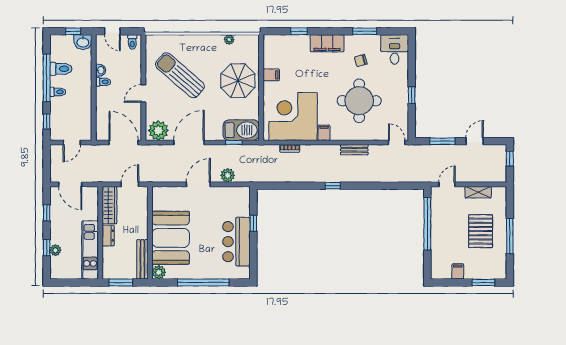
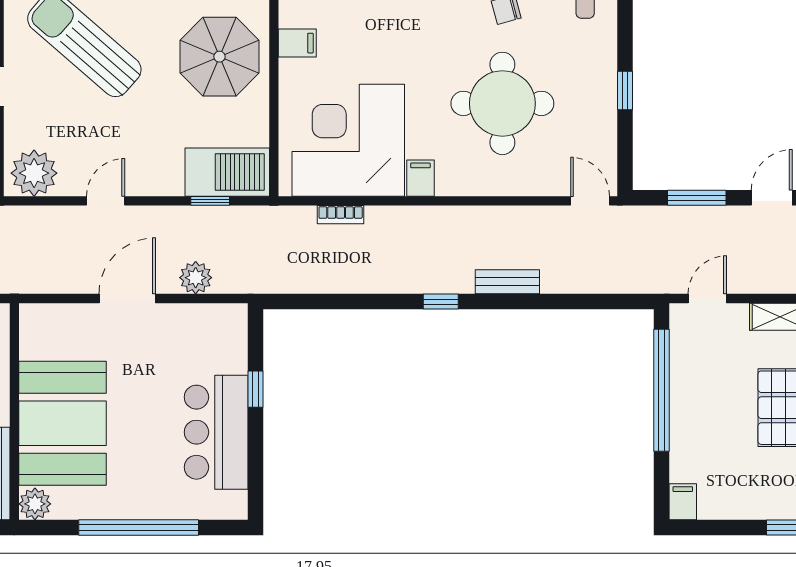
door: (189, 142) -> (106, 201), width x0.53
bench: (354, 150) -> (507, 282), moved
filing cabinet: (458, 271) -> (683, 502), moved

